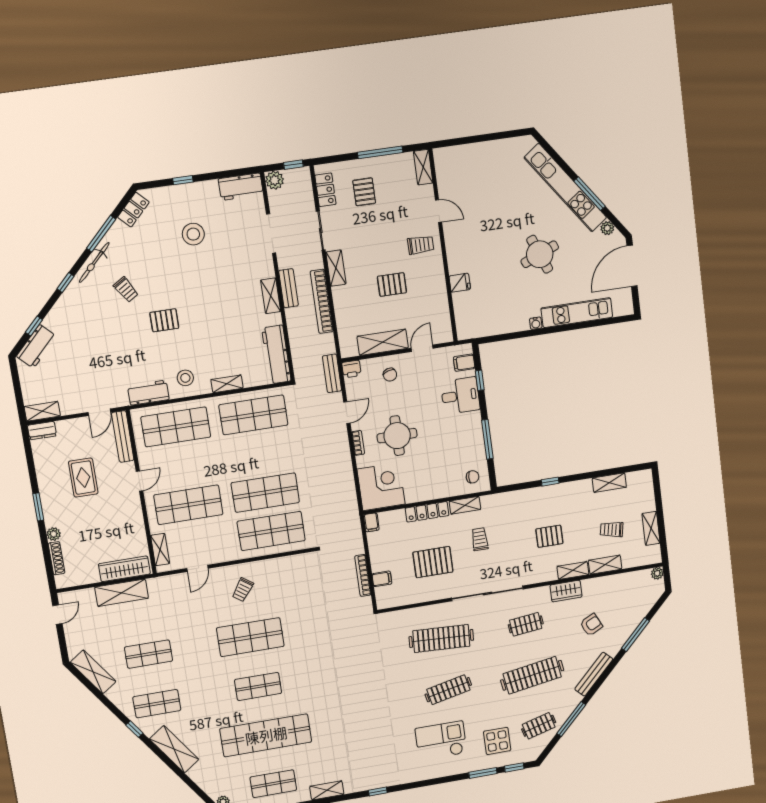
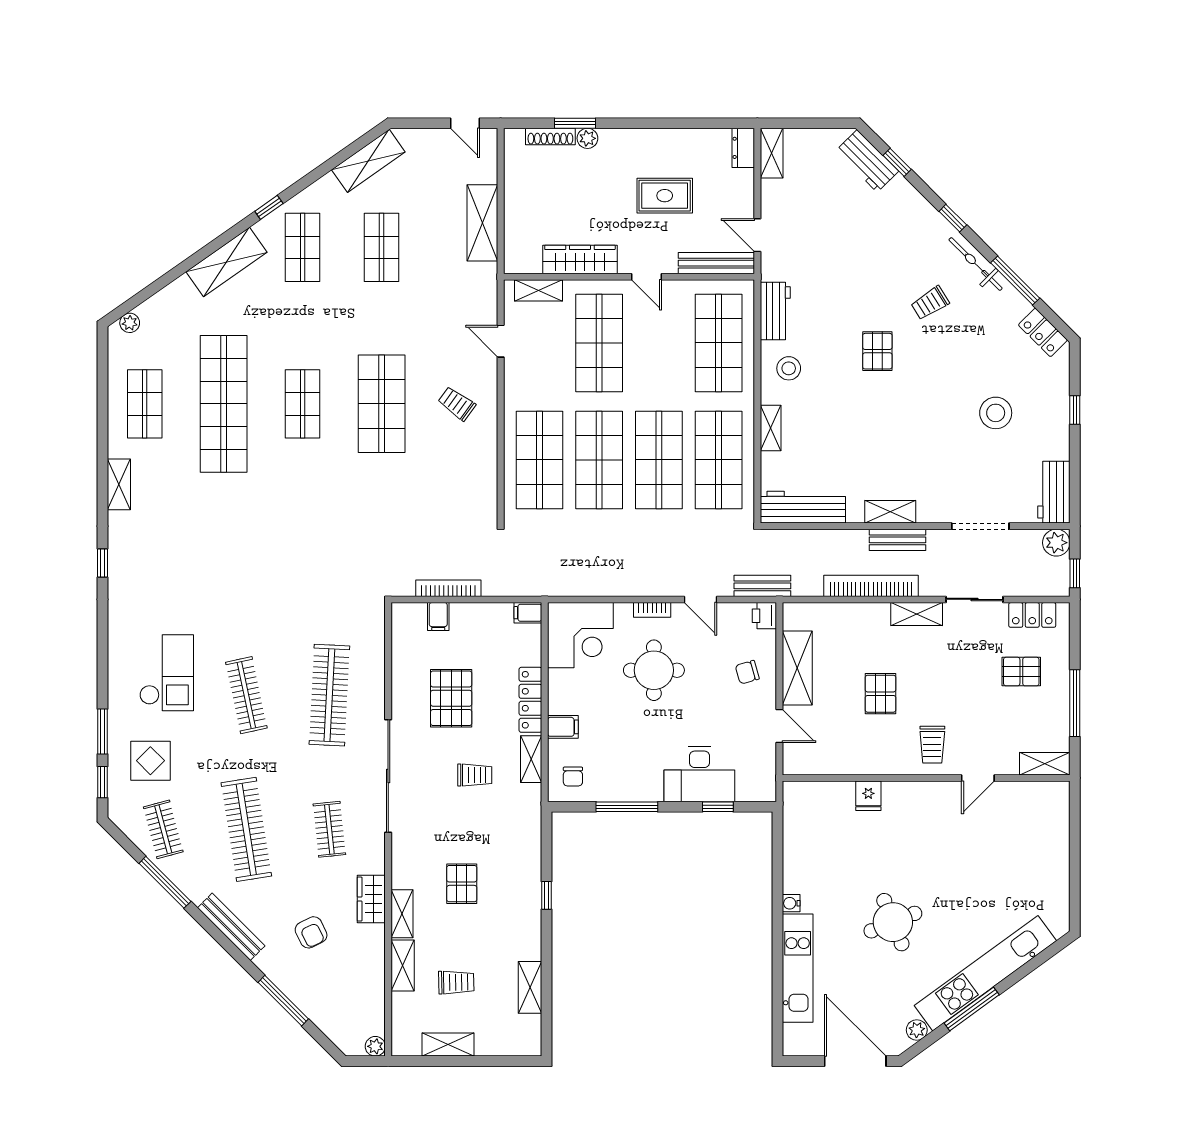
filing cabinet: (464, 363) -> (563, 727), moved, turned 90
desk: (460, 396) -> (699, 774), width x1.37
shop shelf: (259, 454) -> (659, 460), added
window: (38, 507) -> (575, 123), moved
trolley: (612, 530) -> (456, 982), turned 79
wardrobe: (124, 569) -> (580, 259), moved, turned -90

